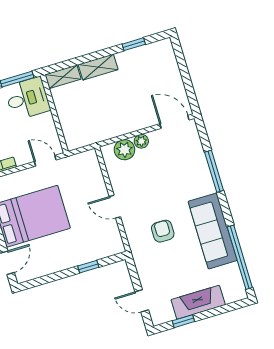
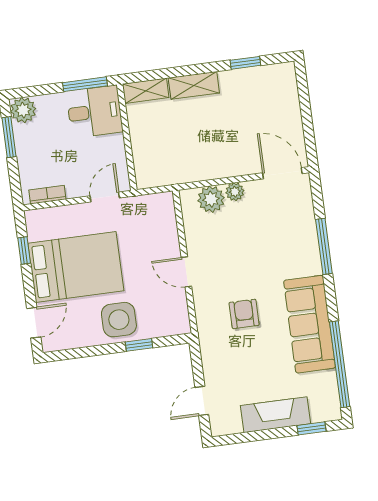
door: (45, 161) -> (105, 197), hinge flipped
side table: (70, 250) -> (119, 320), added
door: (142, 301) -> (202, 401), hinge flipped
window: (183, 321) -> (312, 428), moved

